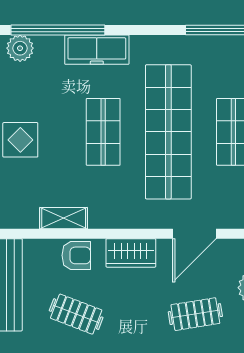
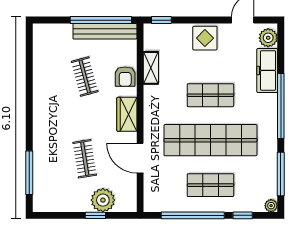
window: (58, 30) -> (281, 106), moved
freezer: (97, 50) -> (267, 70), moved
clothes rail: (76, 314) -> (85, 77), turned -36

